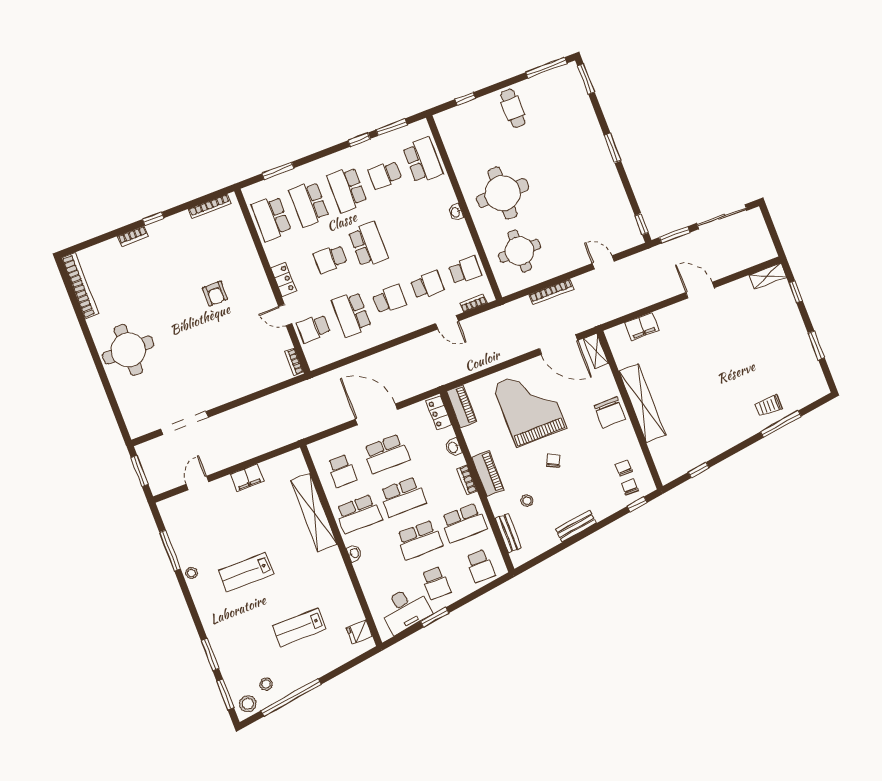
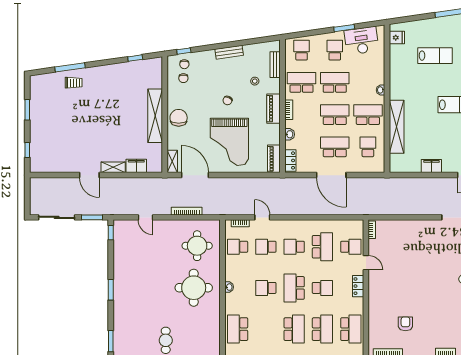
school desk: (385, 175) -> (266, 288), moved, turned 180
shelving: (768, 276) -> (113, 167), moved
armchair: (215, 294) -> (405, 324), moved

